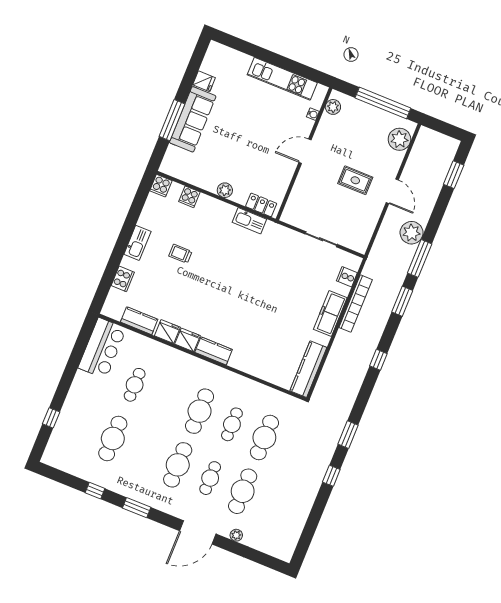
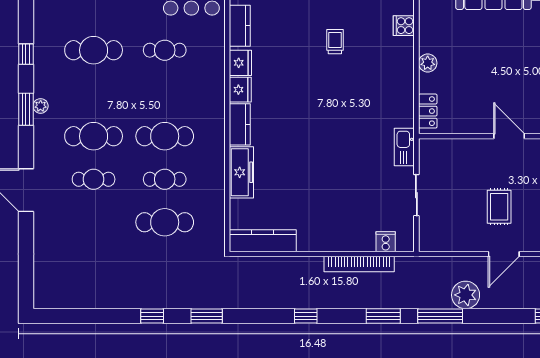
kitchen sink: (249, 221) -> (404, 147), moved
freezer: (330, 314) -> (241, 172), moved, turned 90
cafe table: (243, 491) -> (94, 222), removed
plant: (236, 535) -> (41, 106), moved

